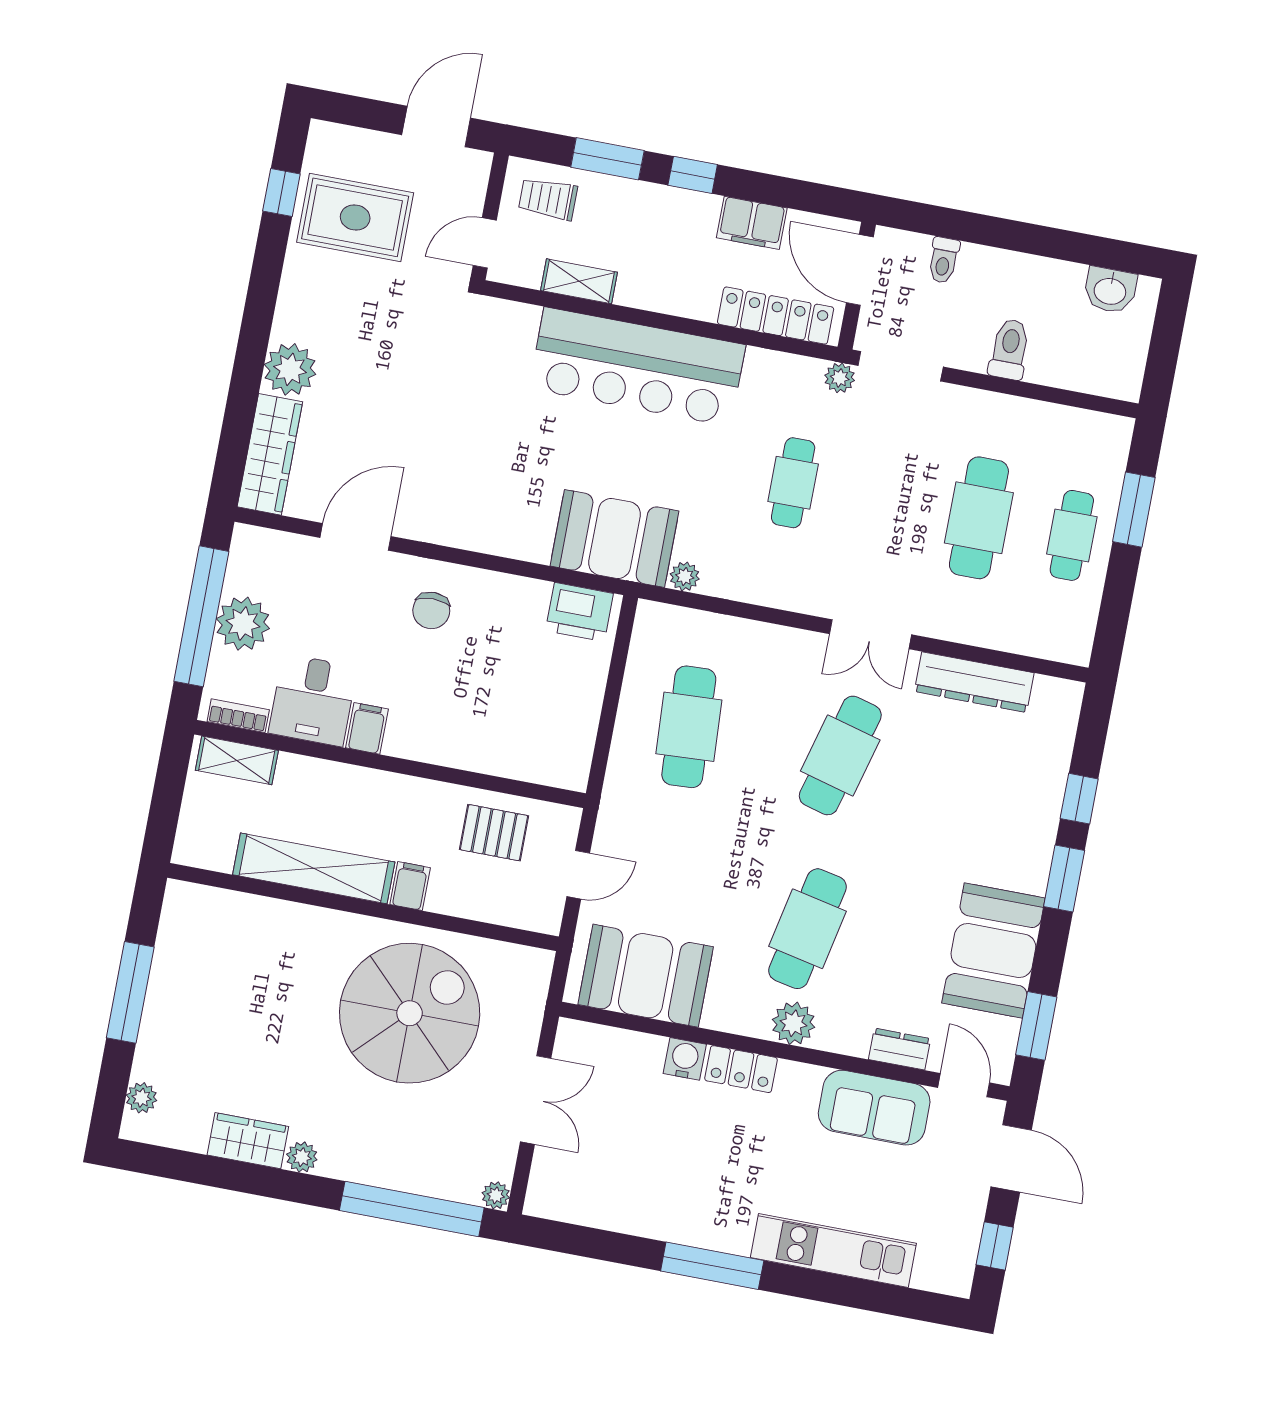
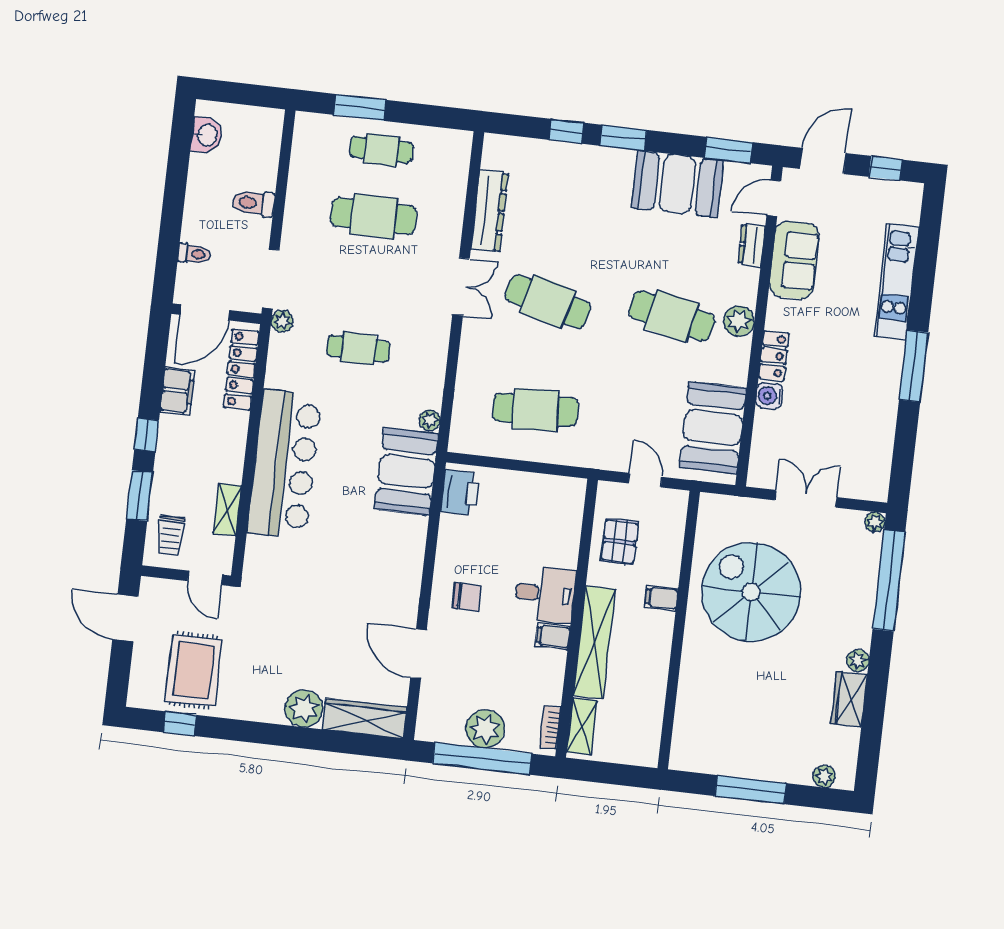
desk: (313, 700) -> (545, 594), moved
shelving: (314, 868) -> (594, 642), moved

